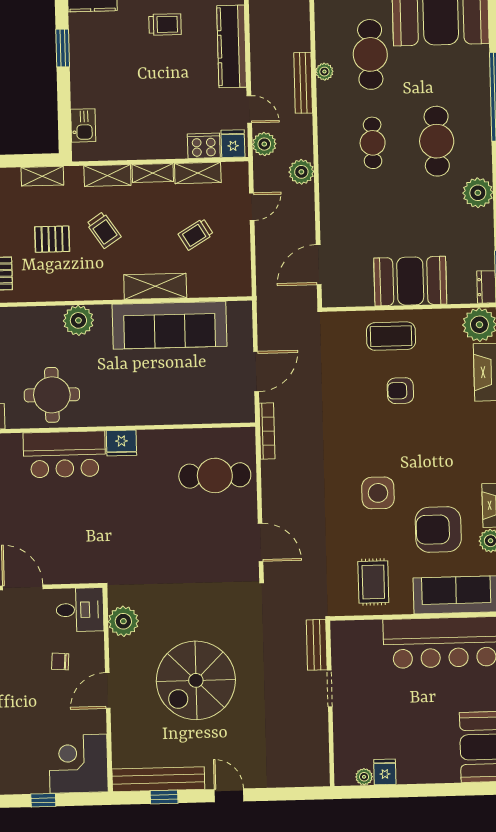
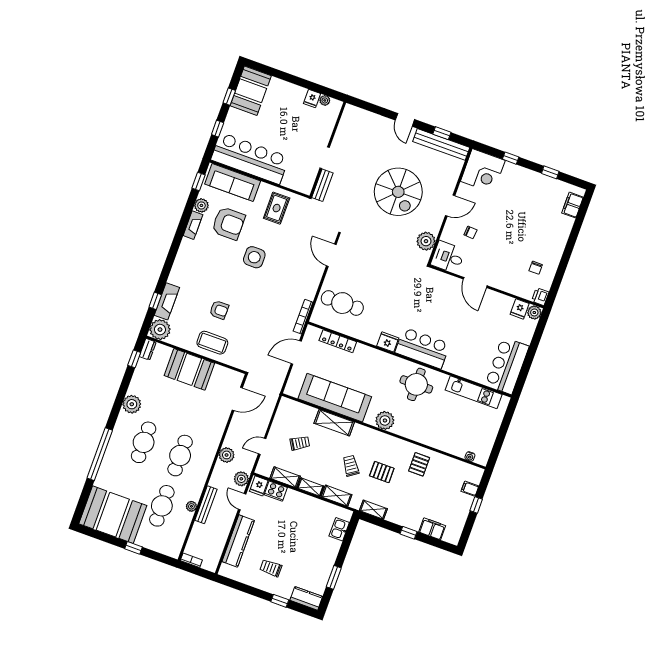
cafe table: (373, 143) -> (180, 456), width x1.37, depth x1.35
locker: (199, 414) -> (338, 341), added
spiral stairs: (196, 680) -> (398, 192), turned 90

